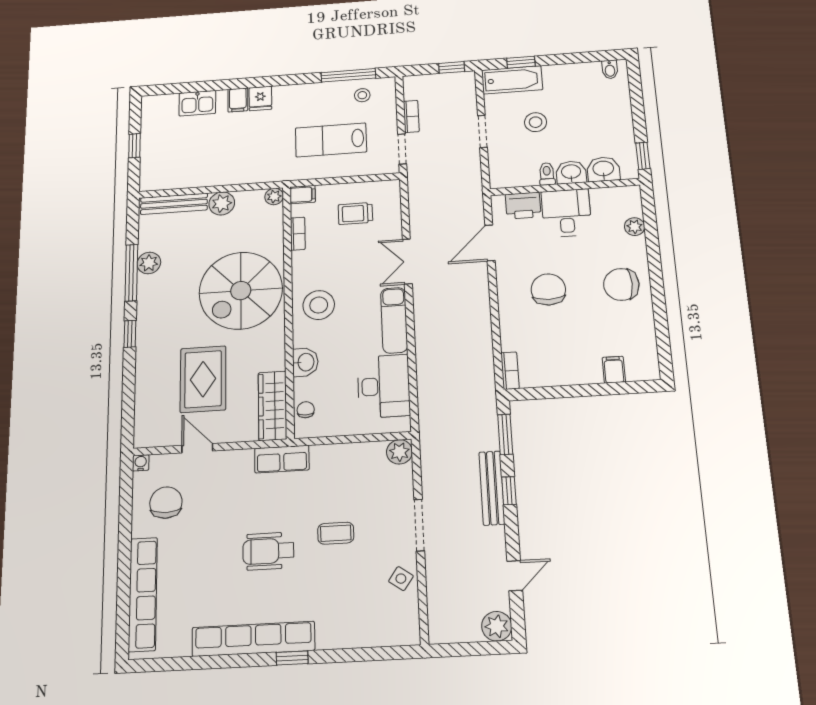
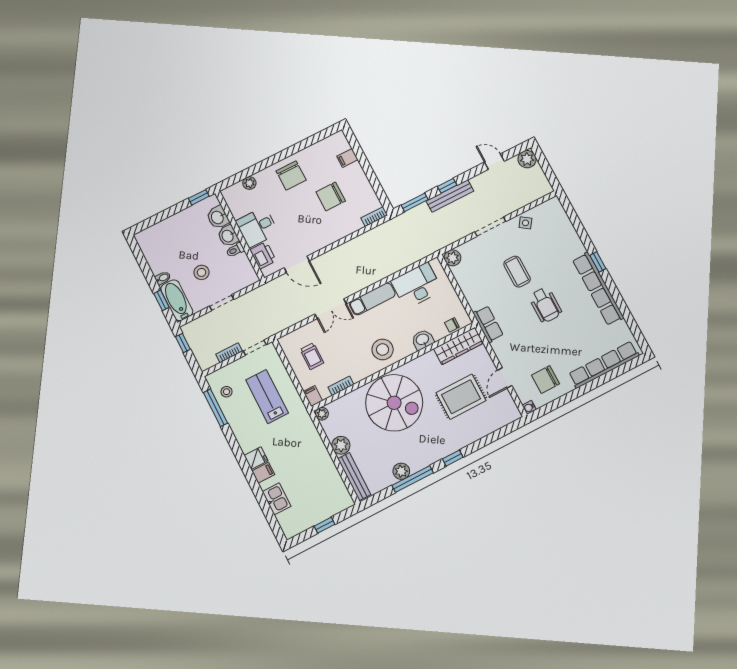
bidet: (610, 69) -> (163, 278), moved
lab bench: (331, 140) -> (267, 397), turned 180
chair: (548, 289) -> (331, 196), moved
coffee table: (336, 533) -> (517, 272), width x1.36, depth x1.30

